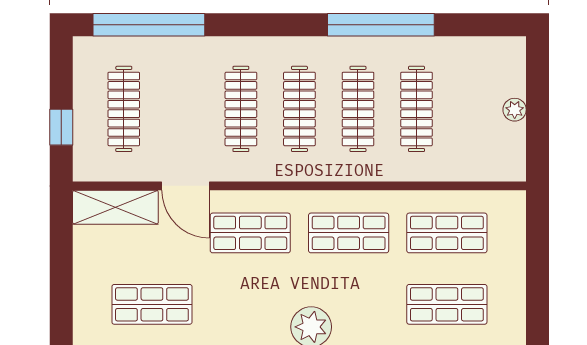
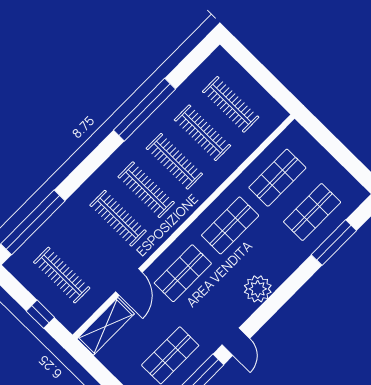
clothes rail: (475, 109) -> (231, 104), added
plant: (515, 110) -> (250, 85), removed
door: (186, 186) -> (129, 282), hinge flipped

